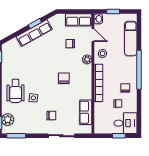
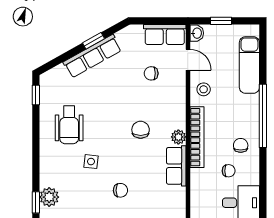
plant: (87, 59) -> (178, 137), moved
wheelchair: (16, 91) -> (69, 125), moved
row of seats: (86, 112) -> (176, 166), moved

